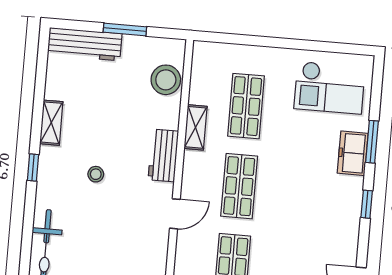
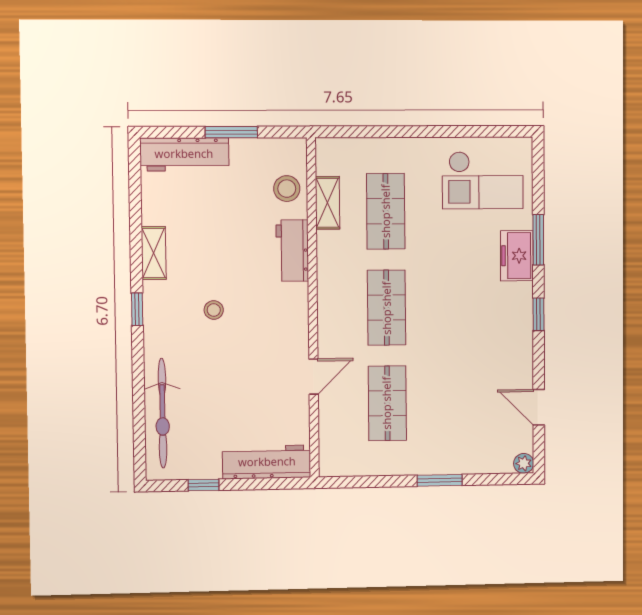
stool: (166, 80) -> (287, 189), width x0.73, depth x0.73
shelving: (196, 127) -> (328, 203), moved
workbench: (163, 155) -> (292, 251), moved
door: (175, 214) -> (314, 377), moved

